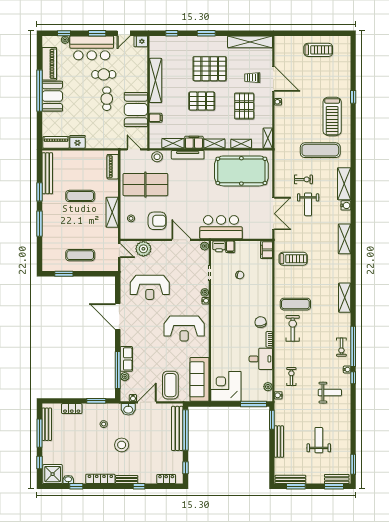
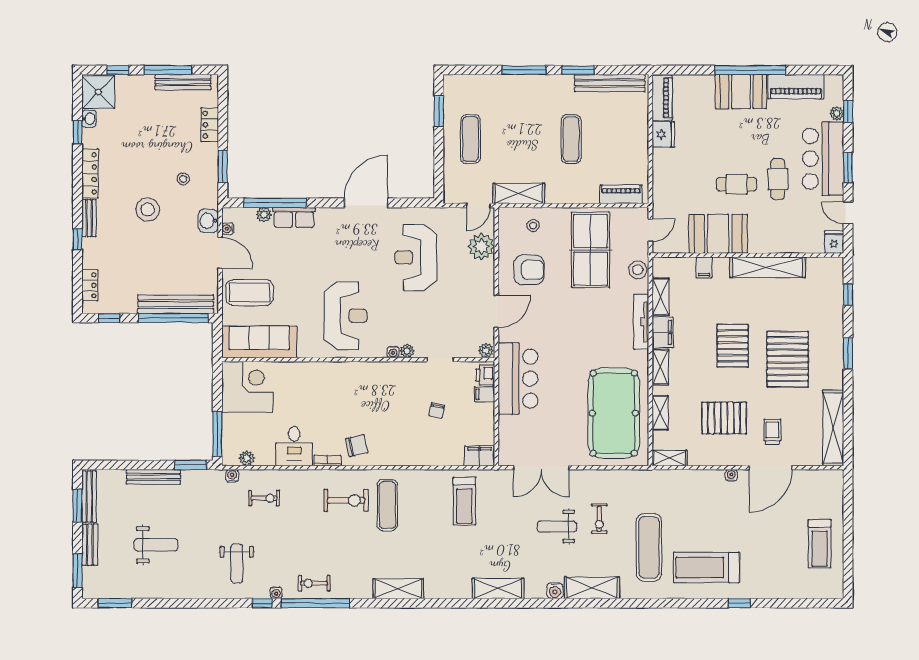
shelving: (112, 212) -> (519, 193), moved
armchair: (157, 221) -> (529, 270), turned -90
reception desk: (184, 329) -> (346, 316), turned 180
bench: (337, 479) -> (90, 545), moved

